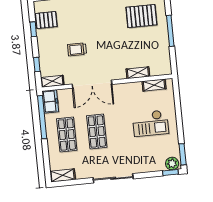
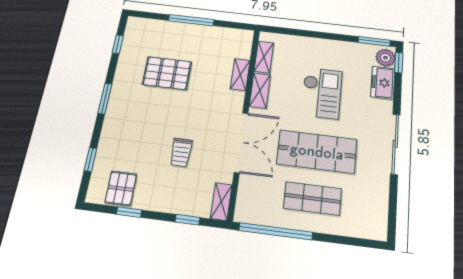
pallet: (141, 16) -> (167, 73), moved, turned 90
freezer: (50, 101) -> (383, 83), moved, turned -90
checkout: (150, 123) -> (322, 93), moved
shop shelf: (97, 132) -> (317, 152), width x1.43, depth x1.36
shelving: (63, 175) -> (260, 91), moved

